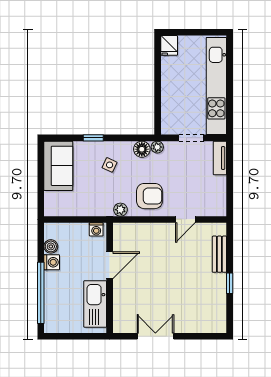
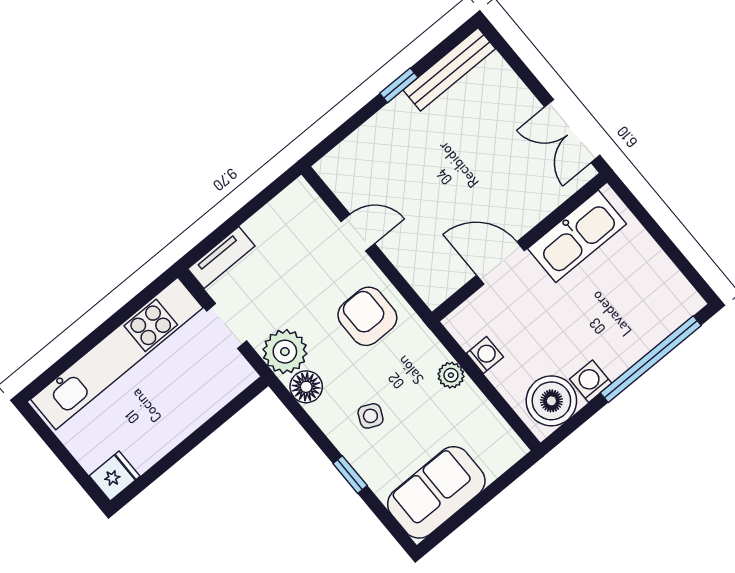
plant: (157, 147) -> (285, 352), width x1.87, depth x1.87
plant: (120, 210) -> (451, 375), moved
boiler: (51, 246) -> (551, 401), width x1.86, depth x1.86
bench: (219, 254) -> (449, 69), moved, width x1.36
door: (110, 265) -> (500, 263), moved
wall: (110, 278) -> (519, 247), moved
kitchen sink: (95, 304) -> (577, 236), moved

